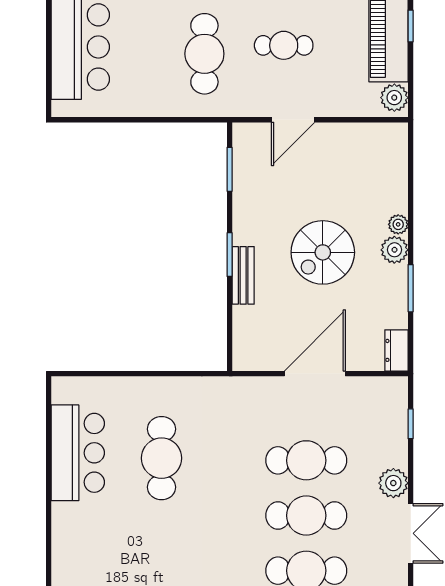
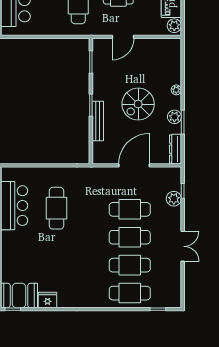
plant: (394, 250) -> (174, 117), moved
bench: (243, 275) -> (98, 121), width x1.36
dresser: (396, 350) -> (175, 149), width x1.44
plant: (393, 483) -> (174, 199), moved

